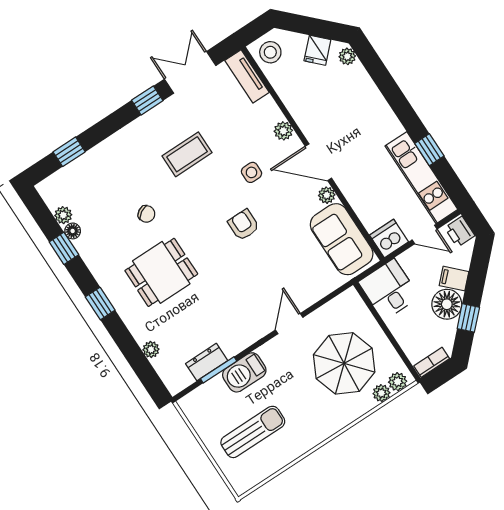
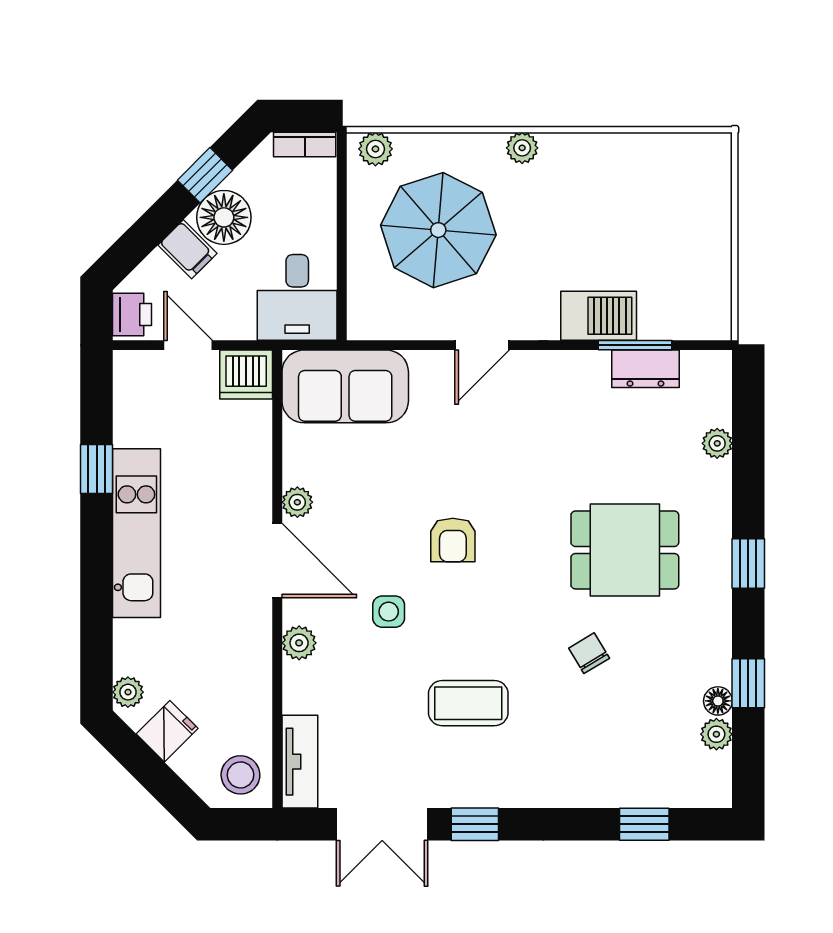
kitchen unit: (421, 178) -> (136, 533), moved
sofa: (342, 239) -> (345, 386), moved, turned 90
plant: (381, 393) -> (522, 148), moved
sun lounger: (253, 432) -> (645, 217), removed

